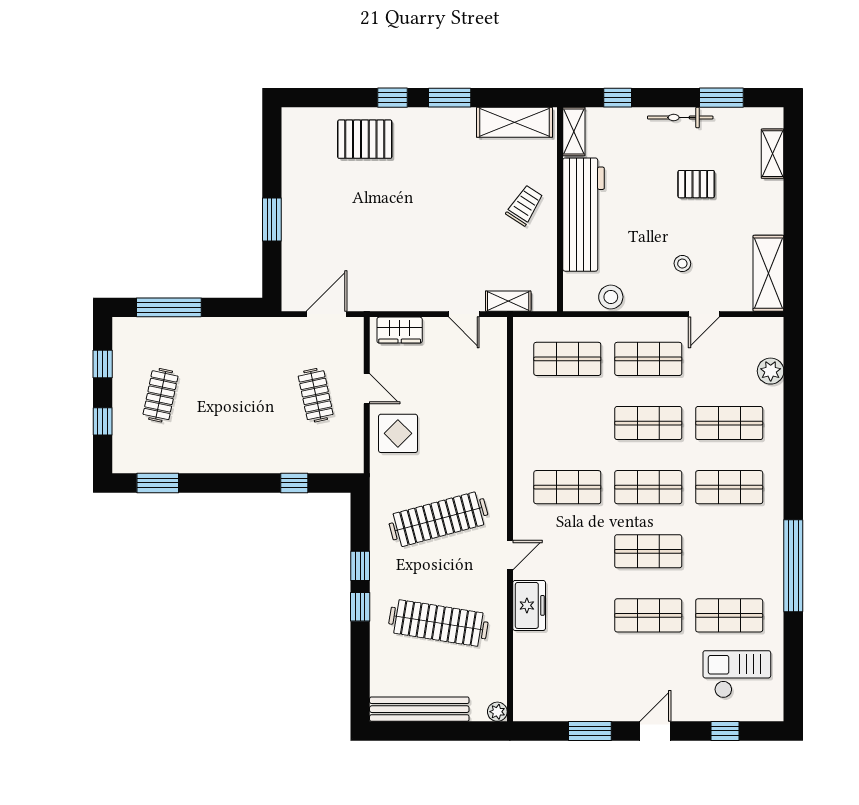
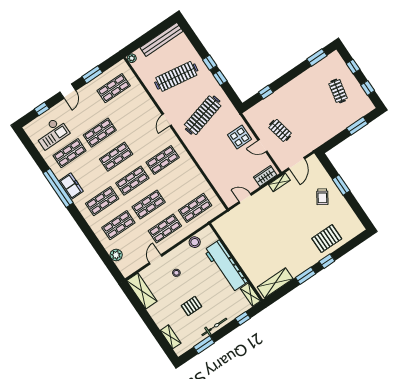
trolley: (525, 205) -> (322, 197), moved
shelving: (508, 301) -> (279, 182), moved
window: (169, 307) -> (357, 126), width x0.69
freezer: (529, 605) -> (71, 186), moved, turned 180
shop shelf: (567, 680) -> (114, 88), added

